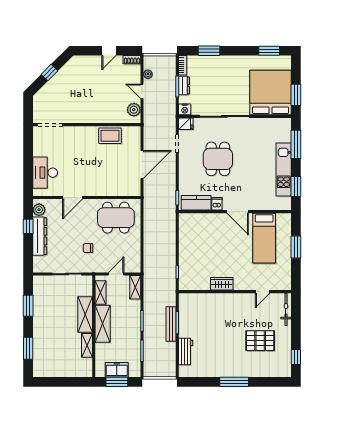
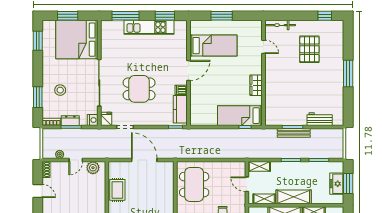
stool: (217, 75) -> (60, 90), added
window: (296, 95) -> (68, 16), moved
bed: (189, 266) -> (240, 116), added

